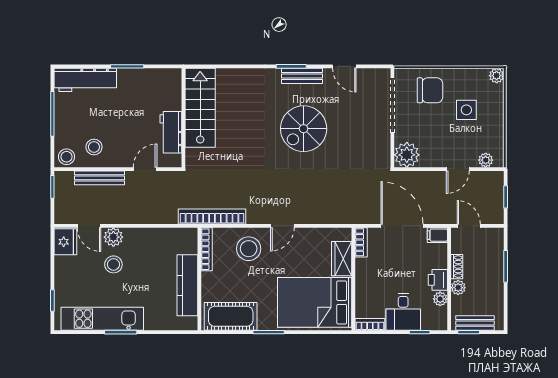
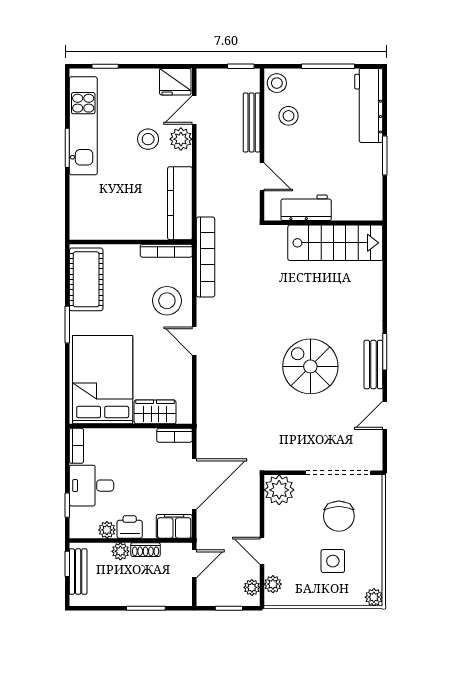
chair: (430, 90) -> (339, 516), moved
plant: (488, 178) -> (252, 587), added
filing cabinet: (437, 235) -> (174, 526), width x2.00
kitchen counter: (187, 285) -> (180, 203), moved, turned -90

